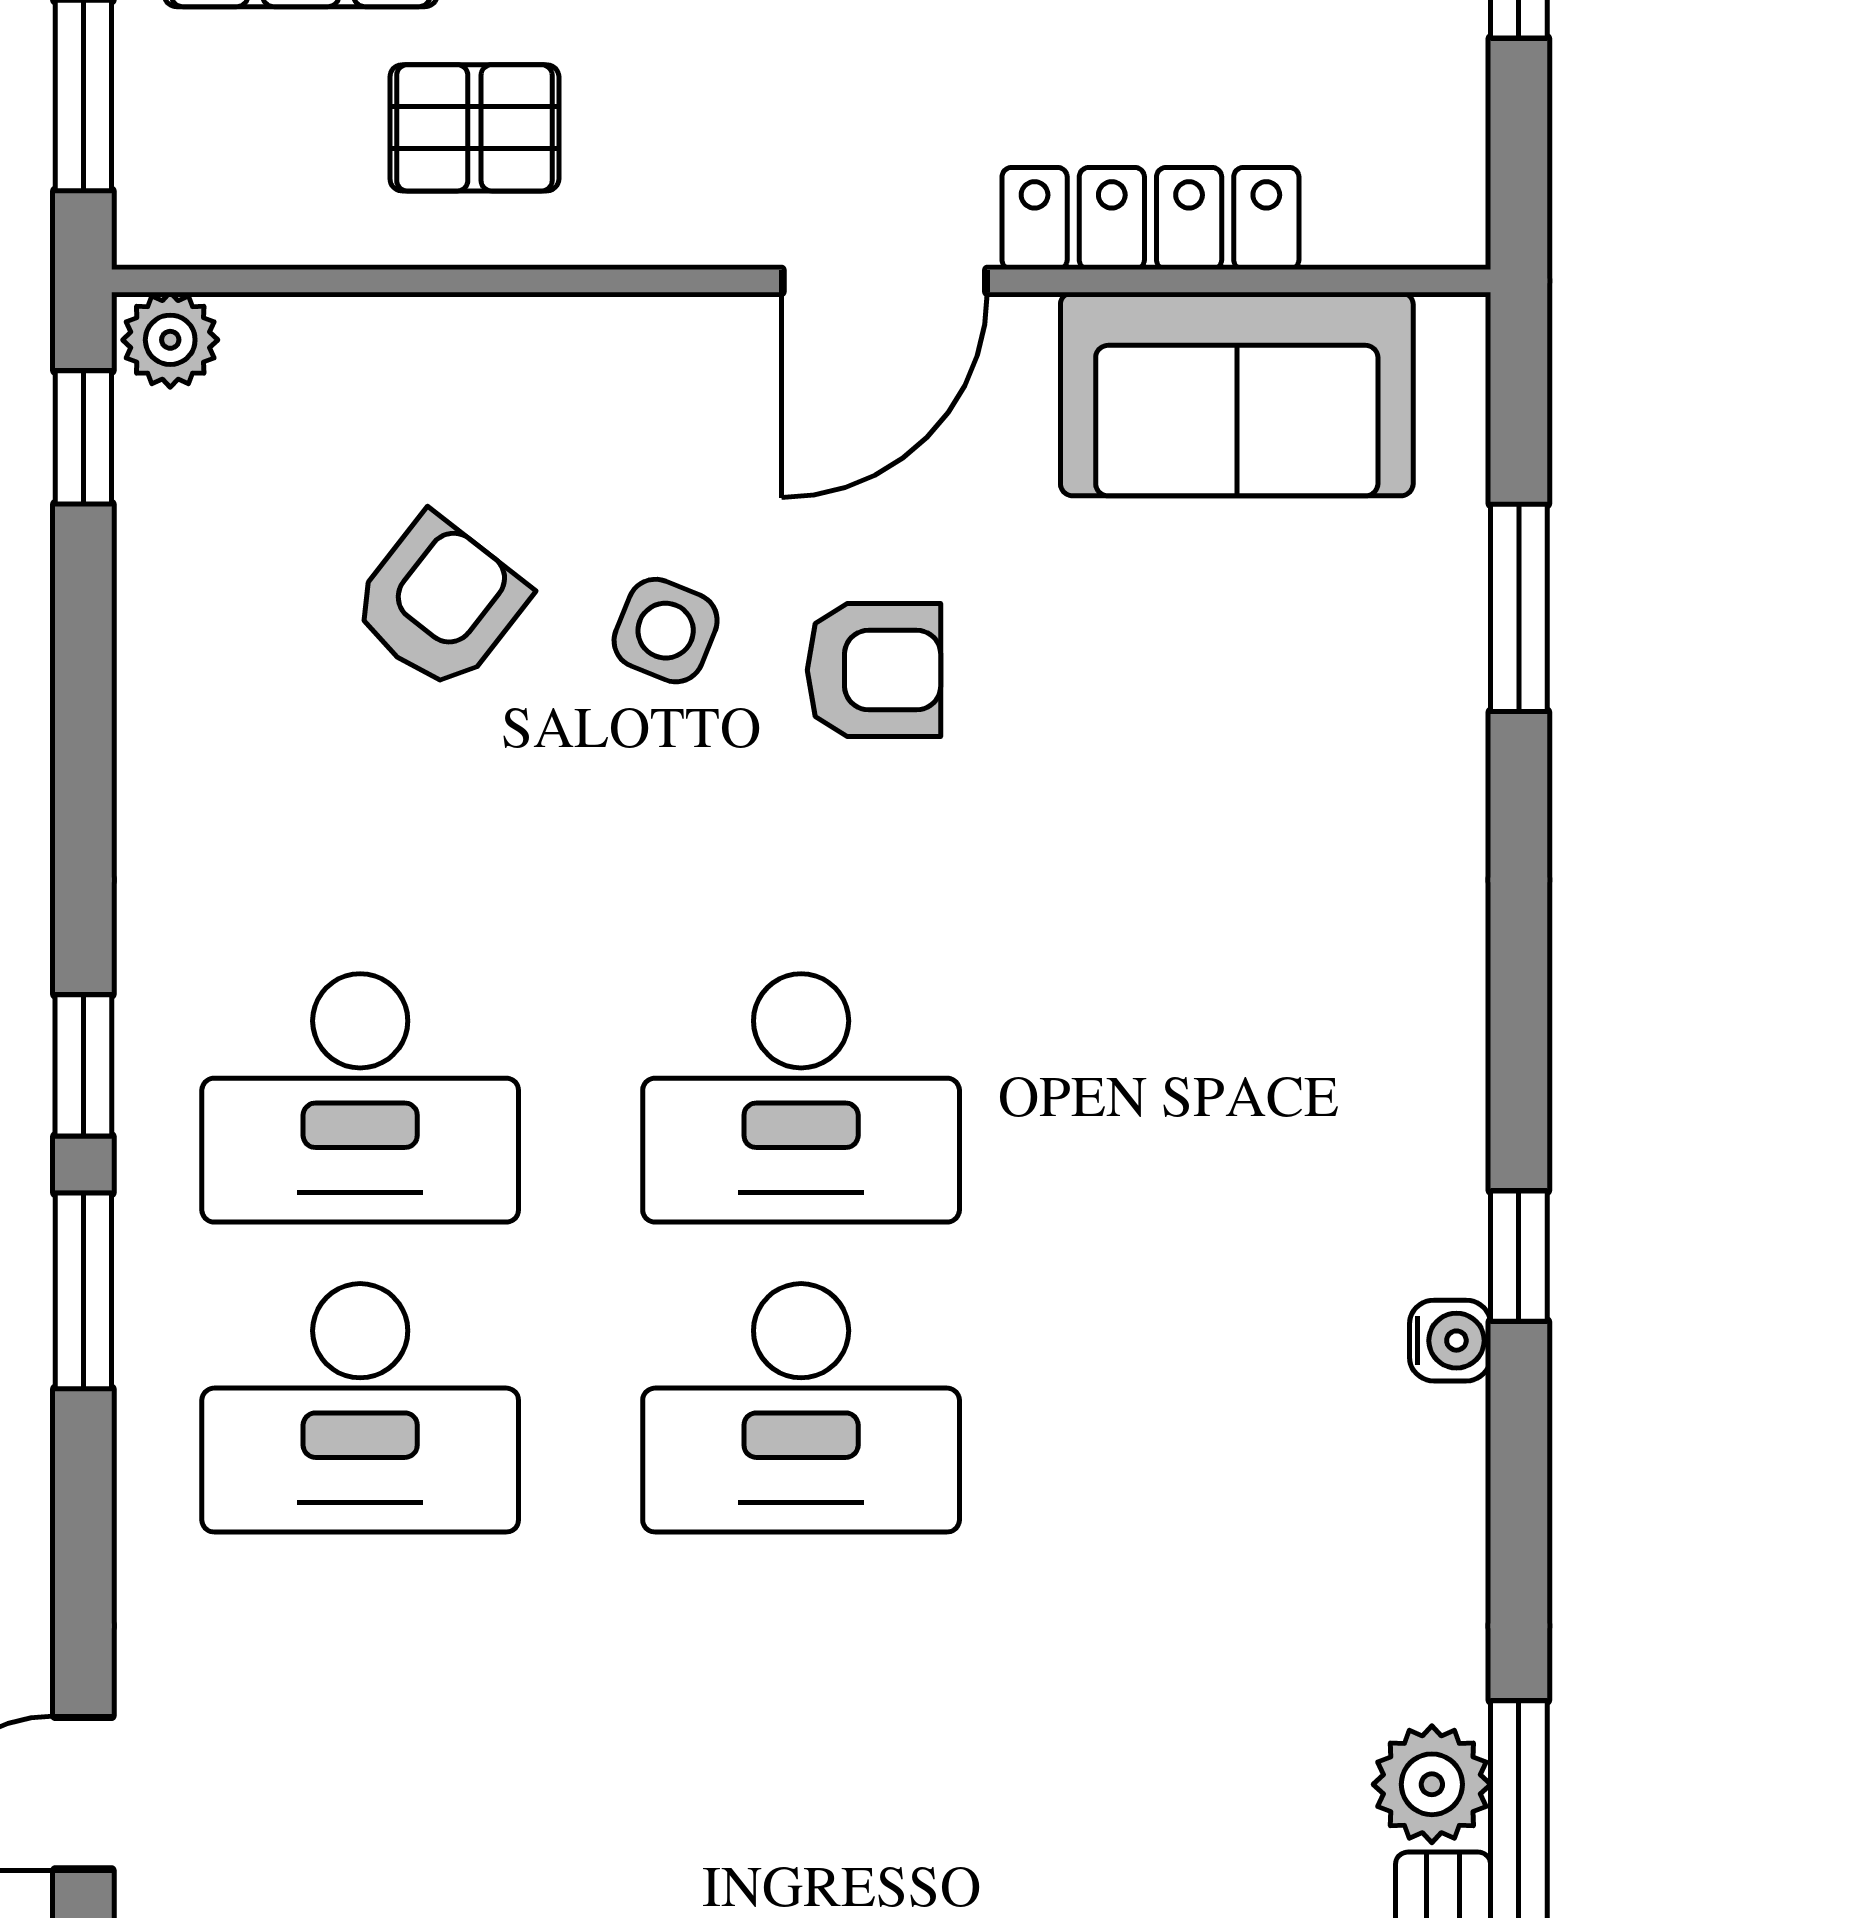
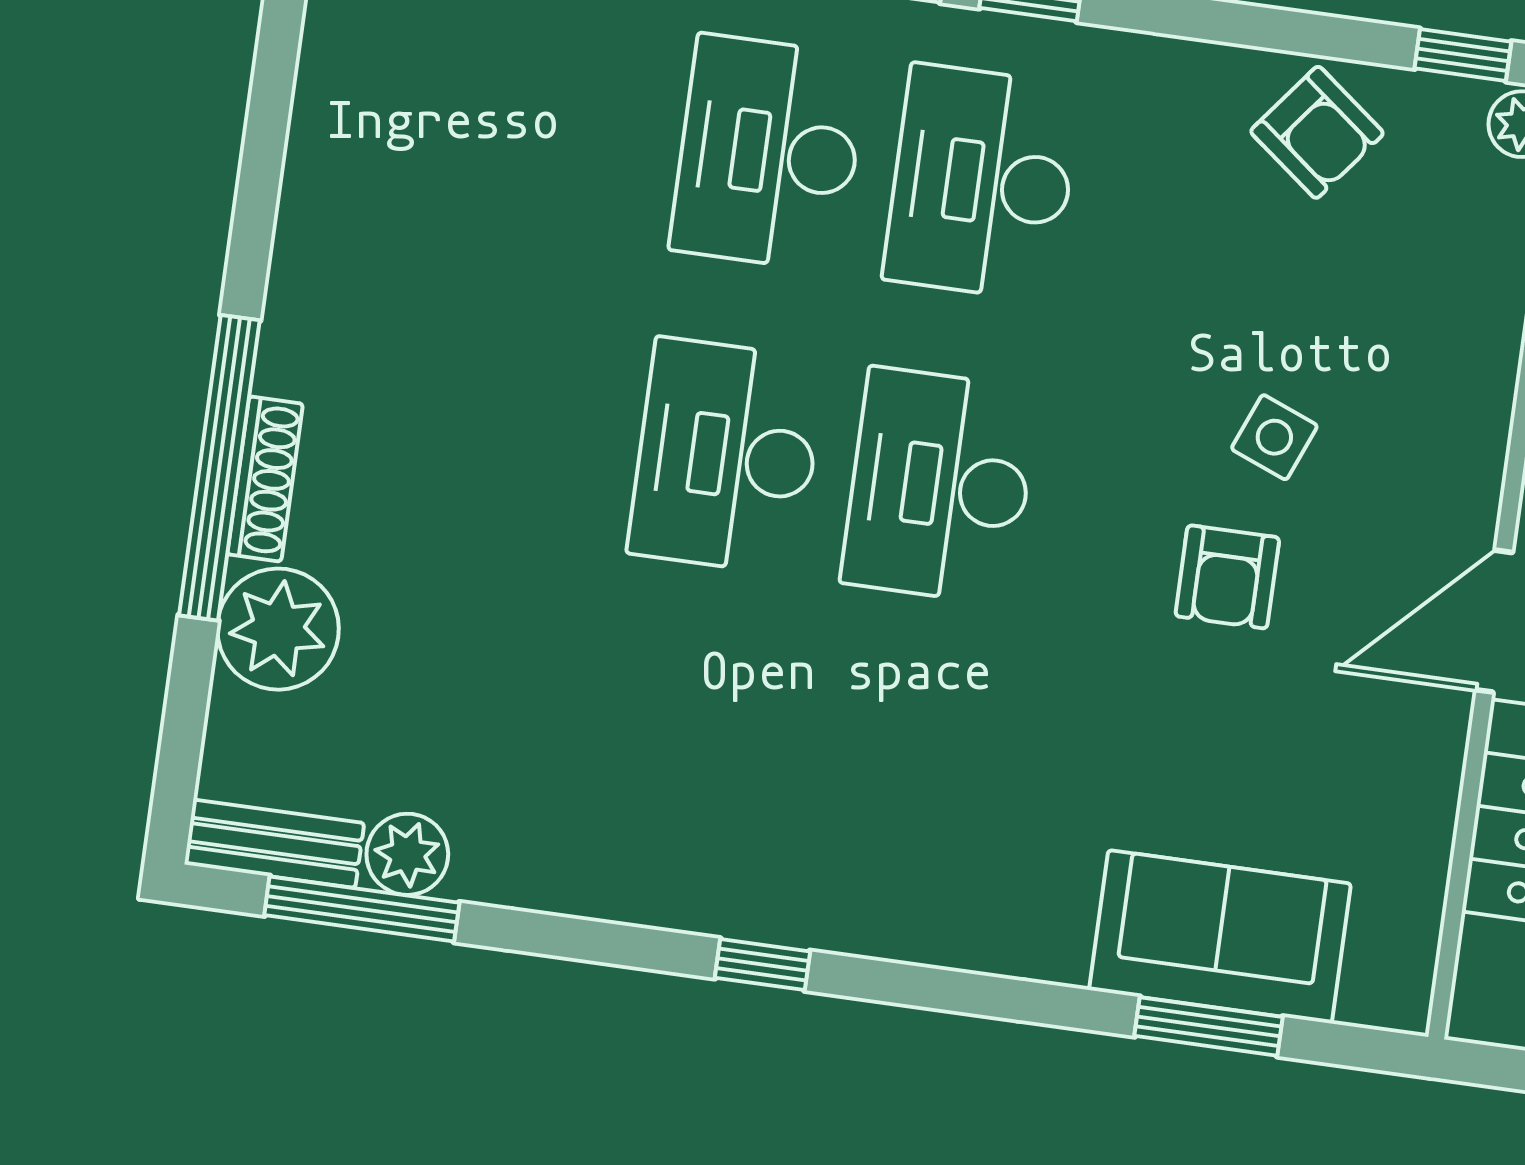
door: (884, 281) -> (1494, 621), hinge flipped
sofa: (1237, 394) -> (1220, 937), moved, turned 90
armchair: (440, 603) -> (1317, 132), moved
water cooler: (1450, 1341) -> (711, 909), removed

